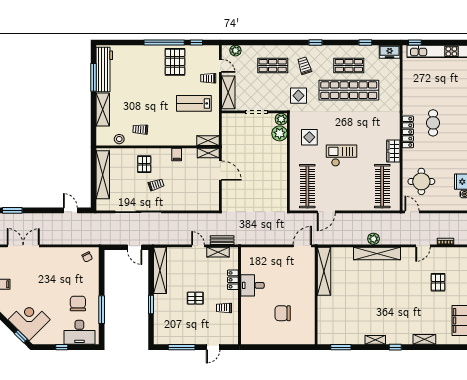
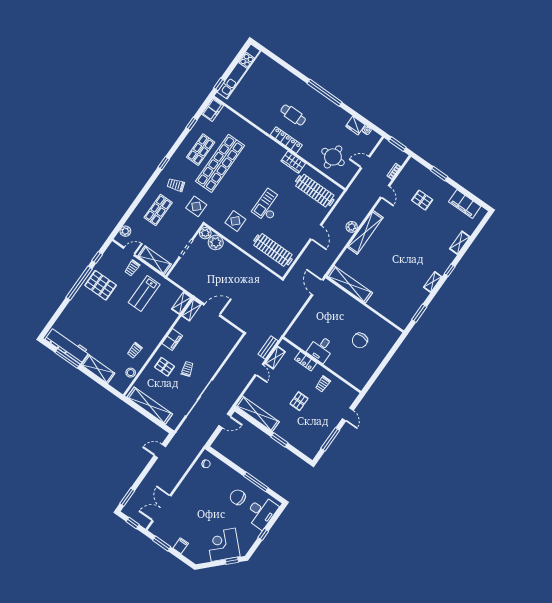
filing cabinet: (177, 155) -> (172, 340), width x2.00
door: (326, 212) -> (316, 232), moved
door: (412, 212) -> (365, 162), moved
door: (198, 246) -> (259, 370), swing flipped

